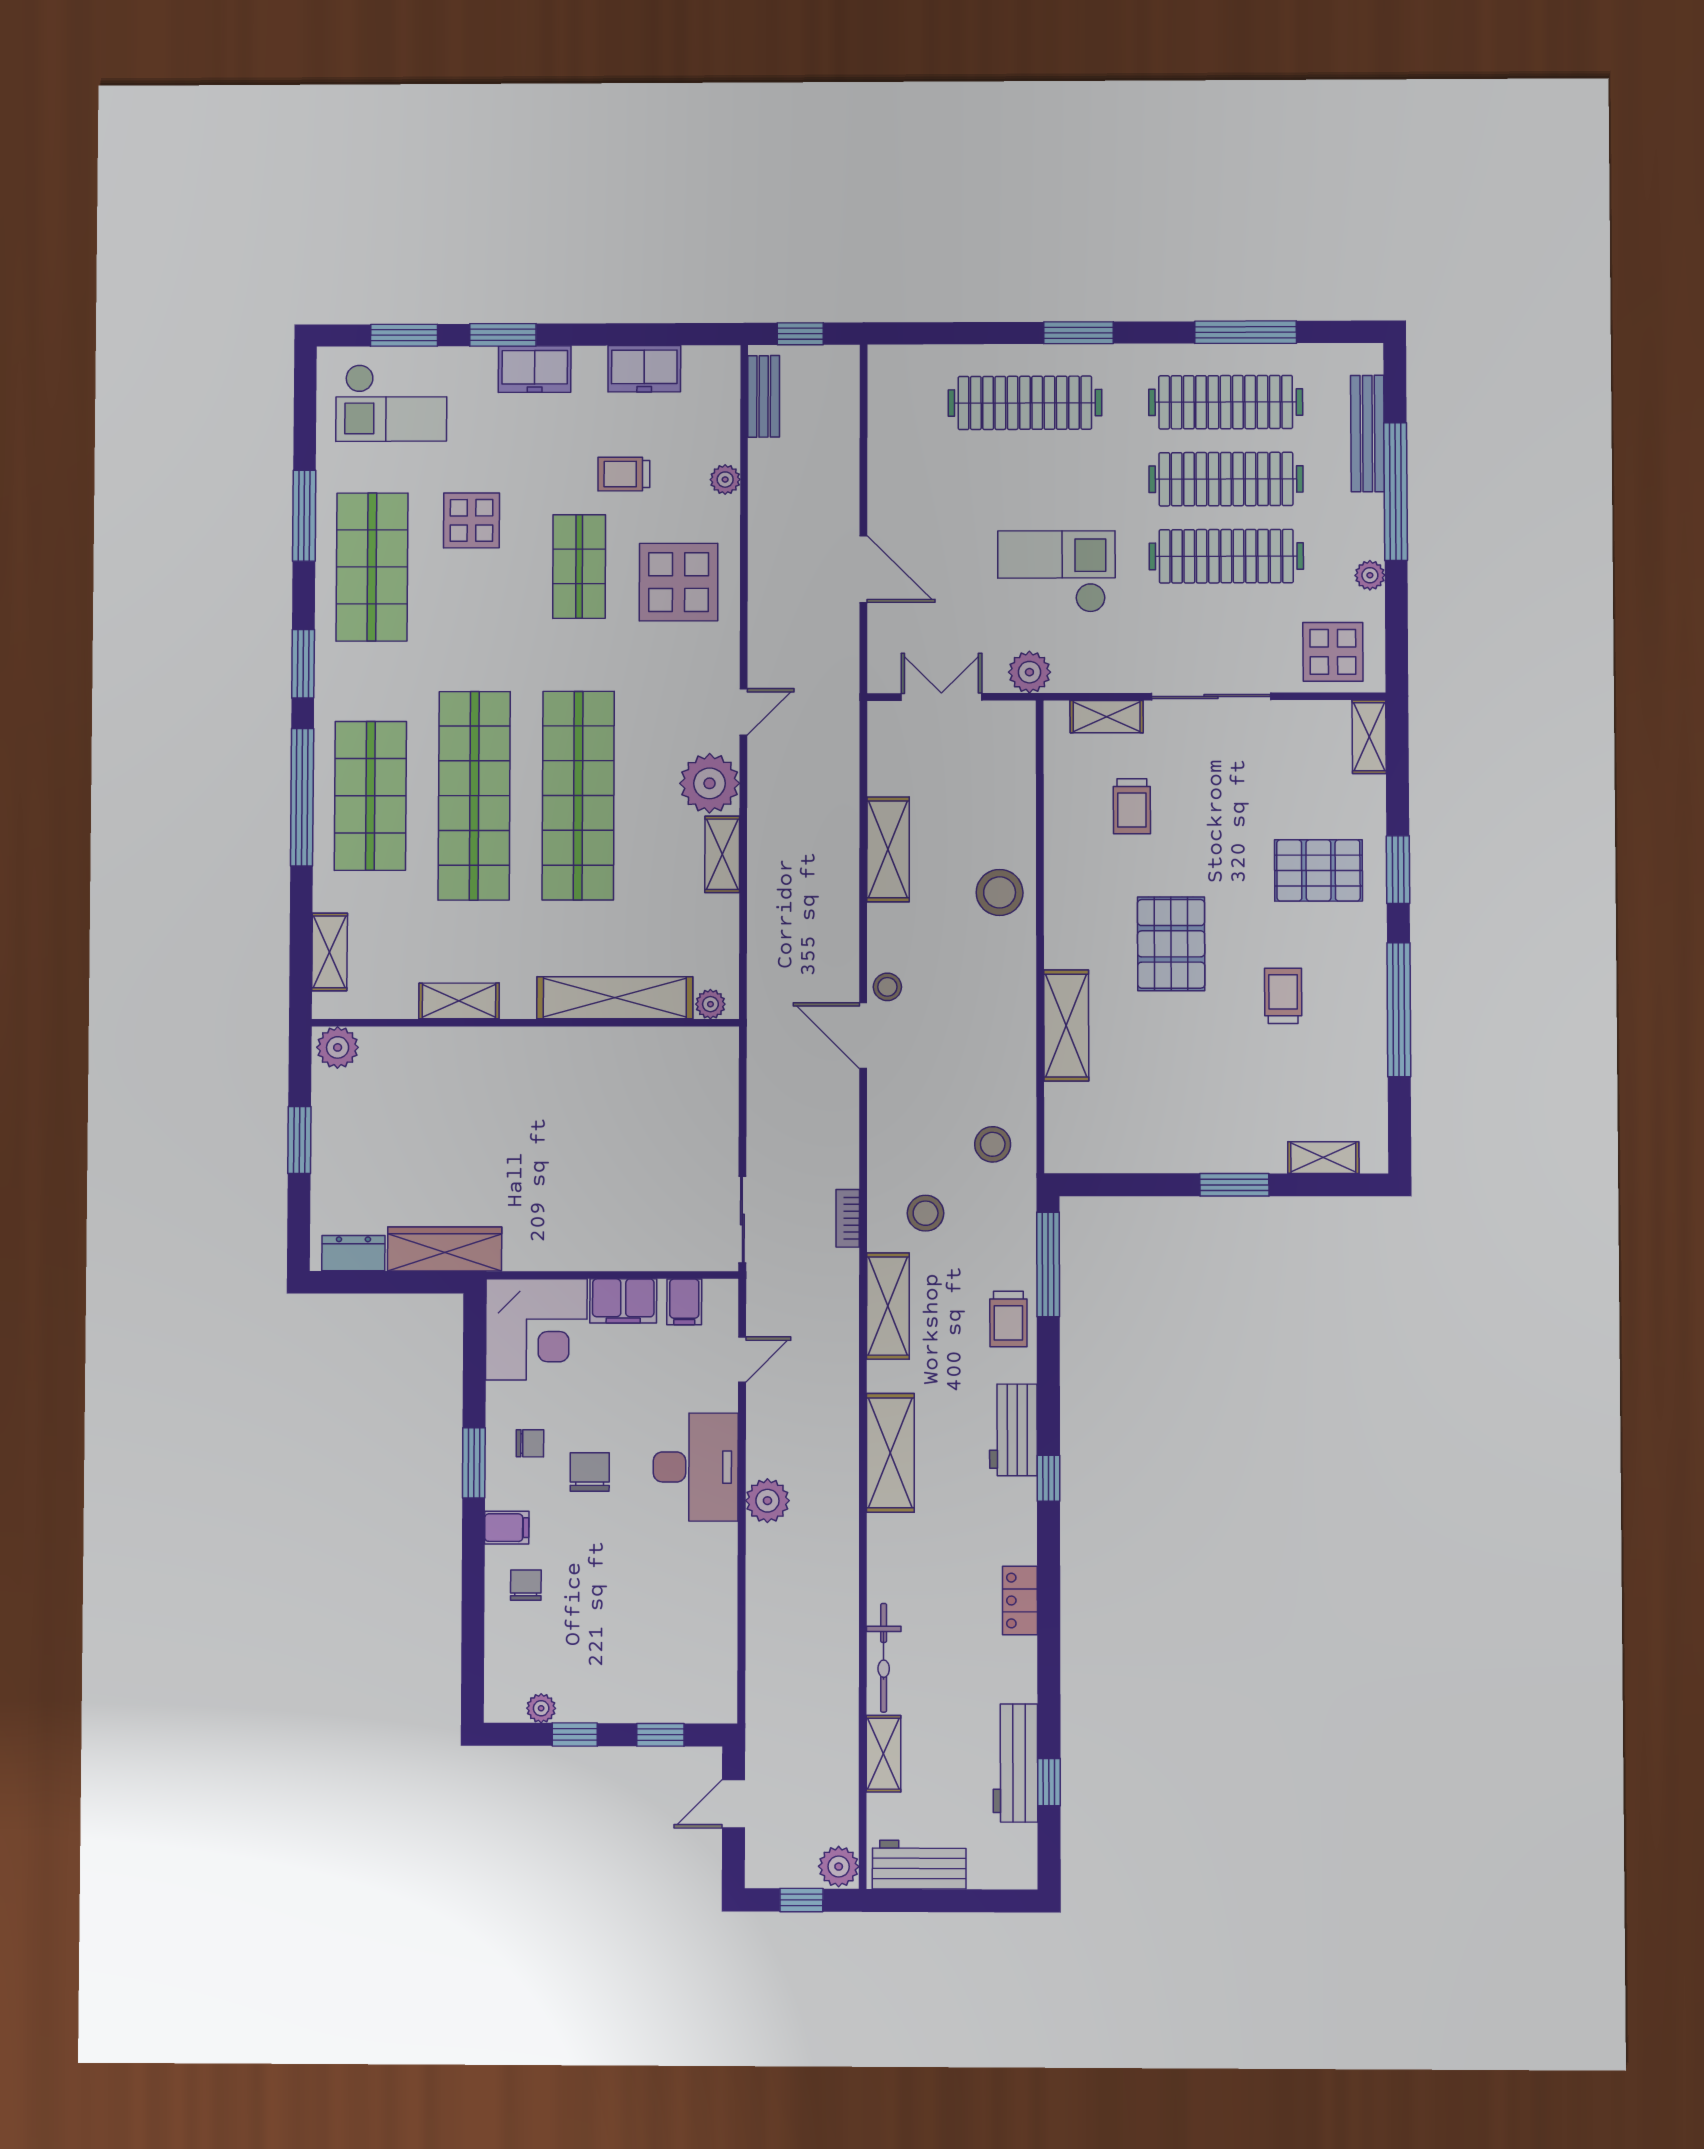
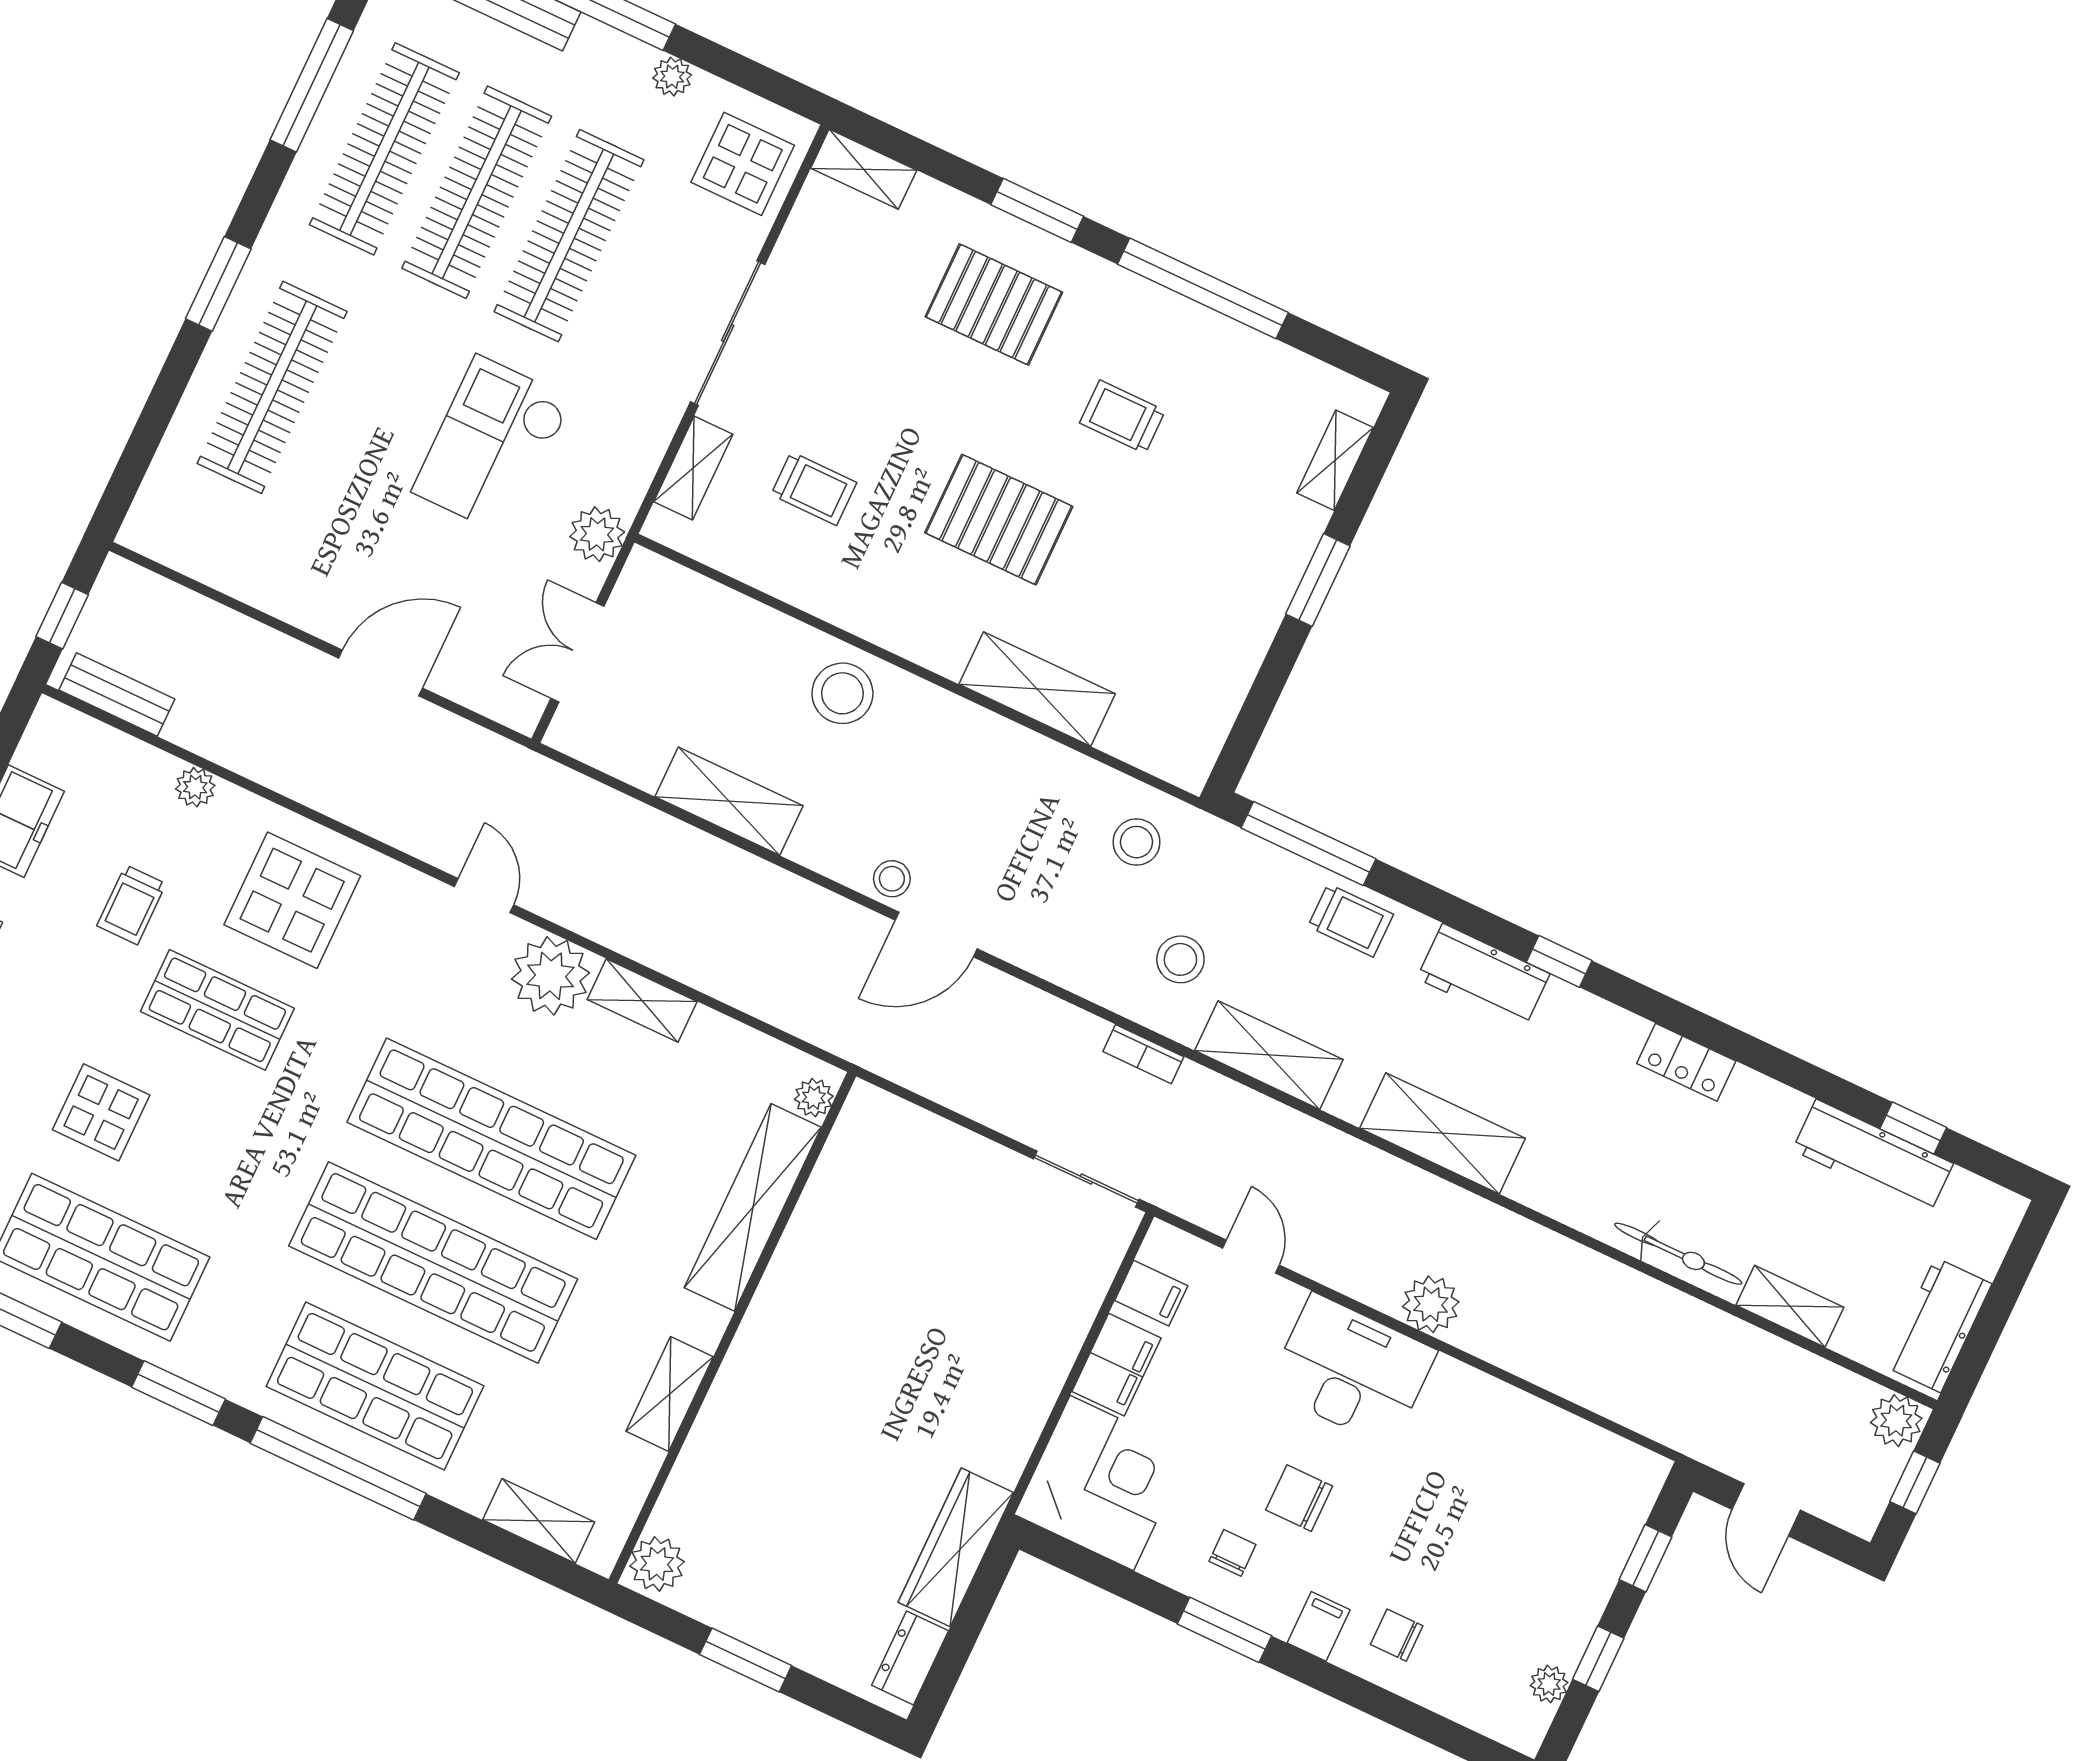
pallet: (1318, 870) -> (994, 304), turned 90

